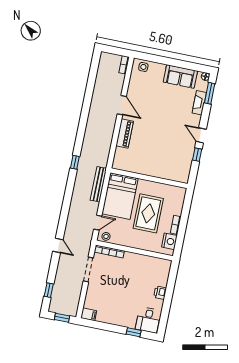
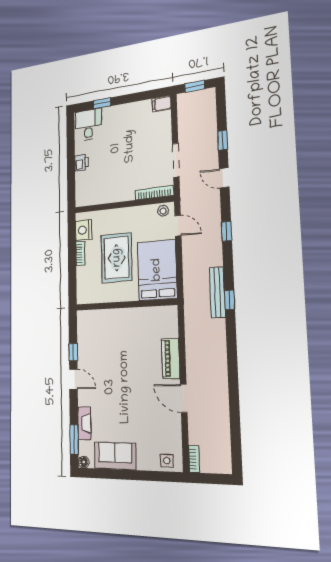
bench: (98, 184) -> (217, 292), moved
window: (65, 209) -> (227, 231), added
door: (98, 223) -> (178, 226), swing flipped
window: (49, 290) -> (223, 140), moved

